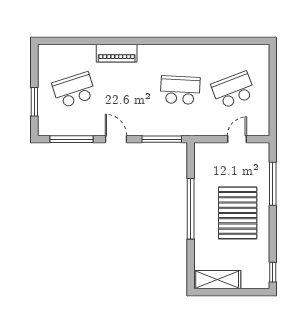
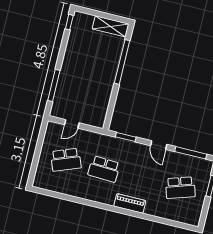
piano: (117, 53) -> (130, 203), moved
window: (162, 139) -> (126, 137), width x0.69
window: (191, 209) -> (122, 62), moved
pallet: (238, 213) -> (84, 71), removed

